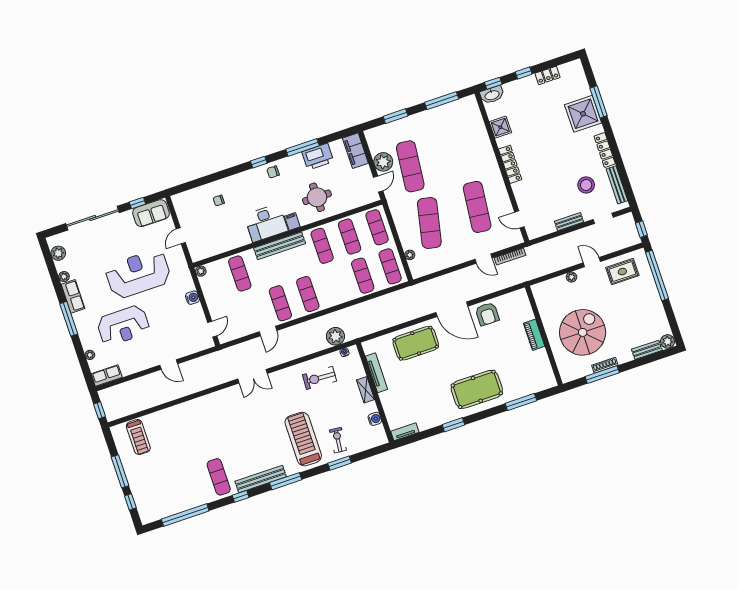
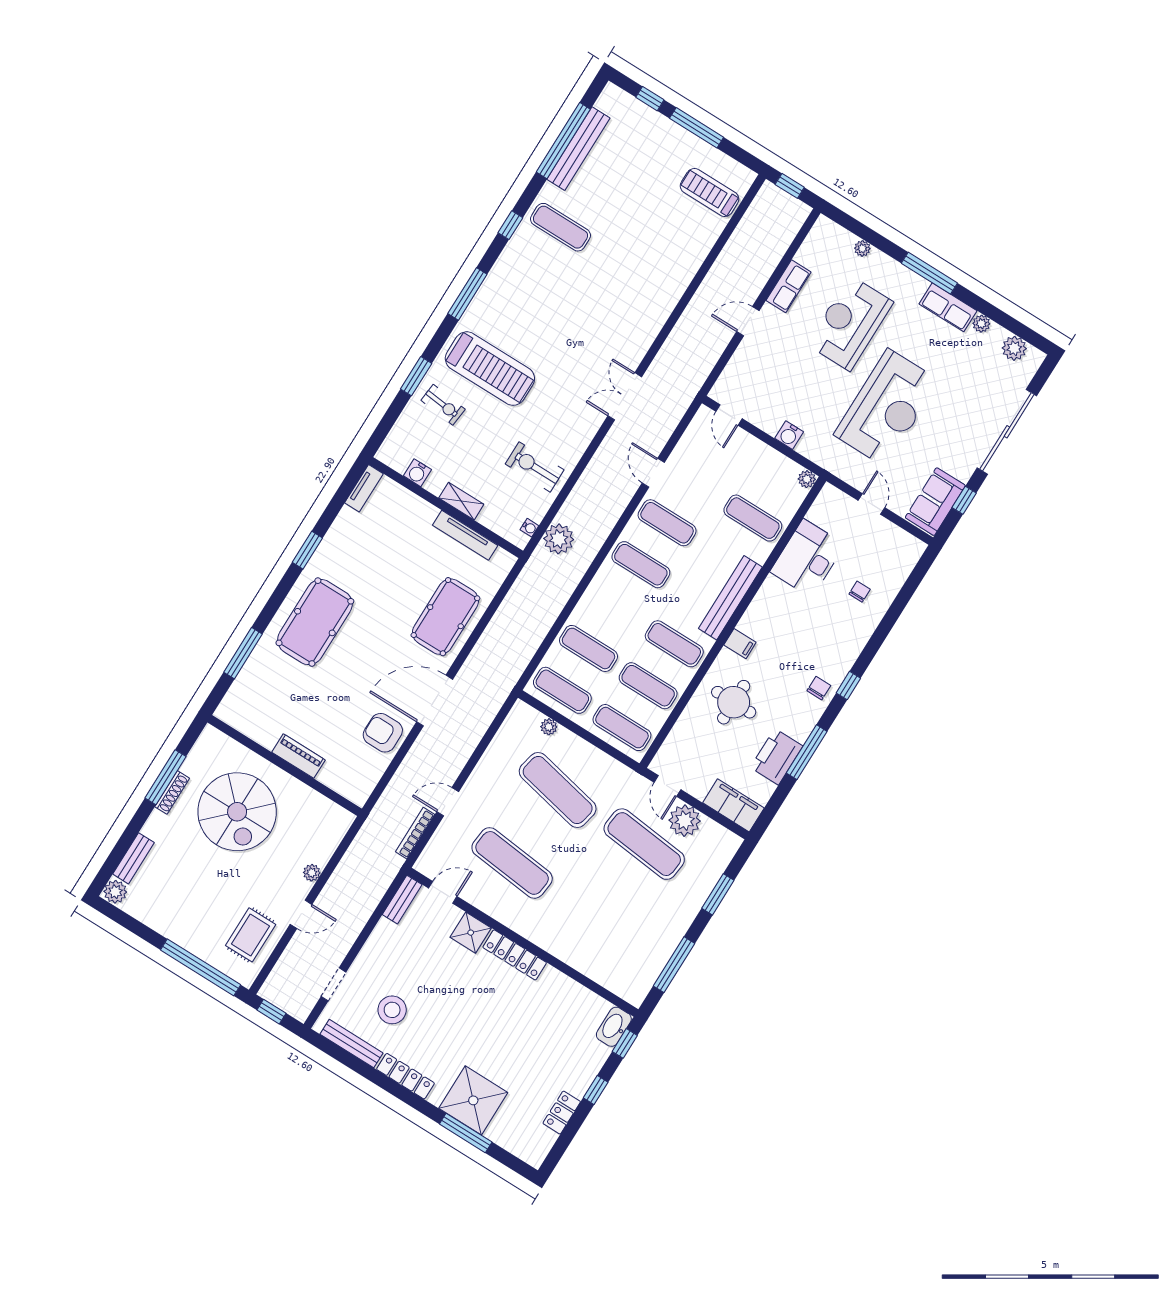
shower: (500, 127) -> (471, 933), moved
bench: (569, 222) -> (402, 900), moved
desk: (266, 223) -> (807, 558), moved
row of seats: (107, 376) -> (789, 286), moved
exercise bike: (320, 378) -> (535, 467), turned -93
bench: (261, 479) -> (578, 149), moved

